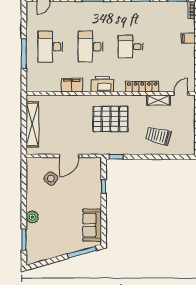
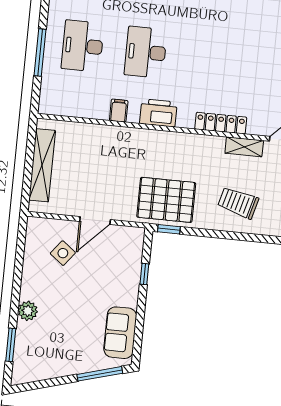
desk: (131, 47) -> (209, 59), removed
filing cabinet: (72, 85) -> (119, 111), width x0.50
pallet: (110, 119) -> (166, 200), moved

